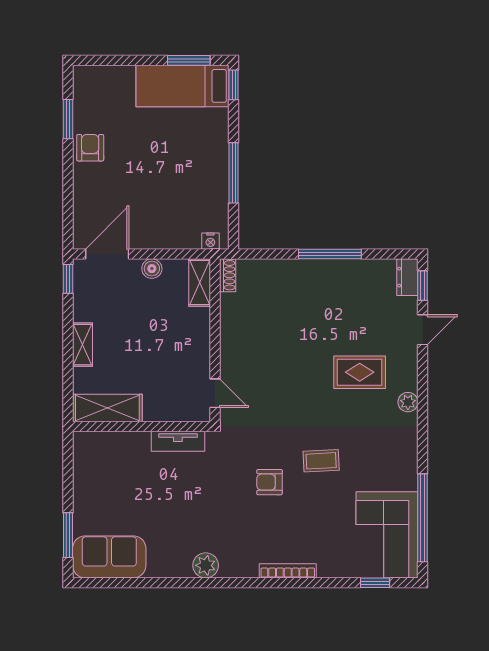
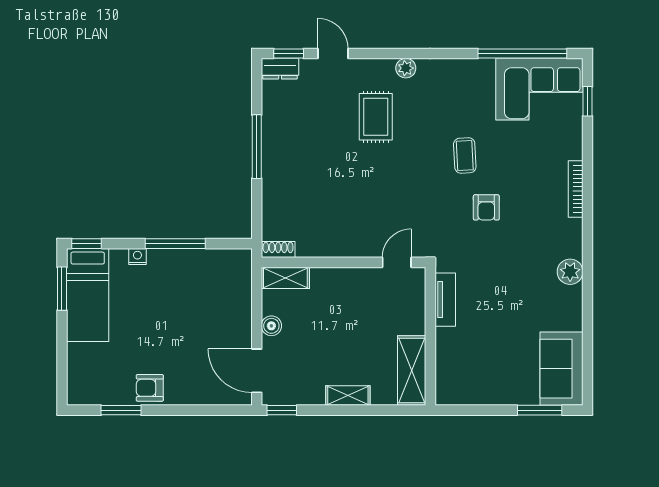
nightstand: (210, 241) -> (137, 256), moved, turned -90

